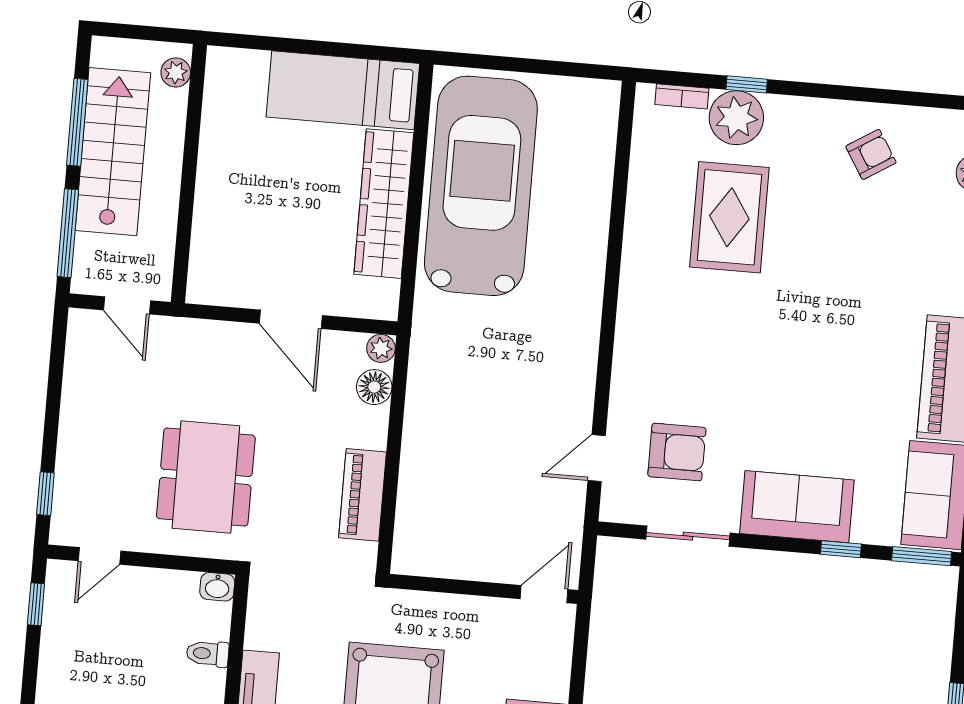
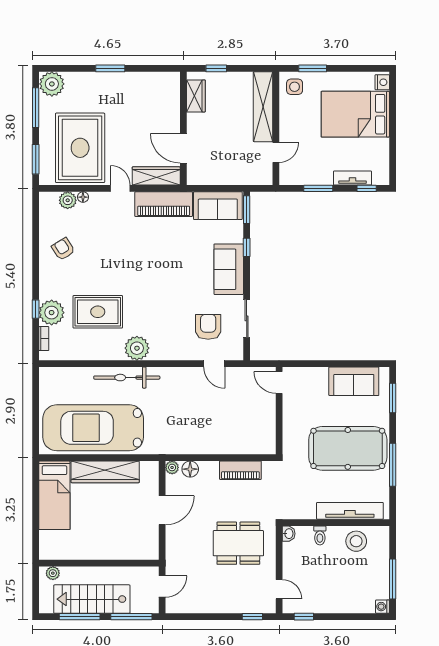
bicycle: (583, 268) -> (127, 378), added
plant: (644, 295) -> (137, 348), added

